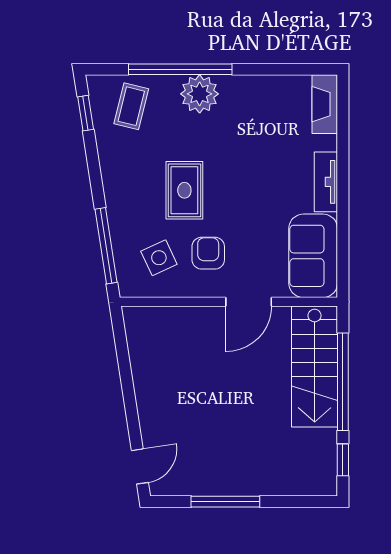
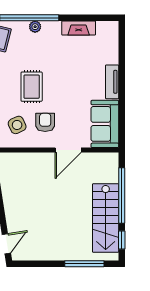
plant: (200, 94) -> (35, 27), width x0.53, depth x0.53
fireplace: (325, 104) -> (79, 28), moved, turned -90
stairs: (315, 366) -> (106, 218), moved
window: (225, 502) -> (84, 264), moved

